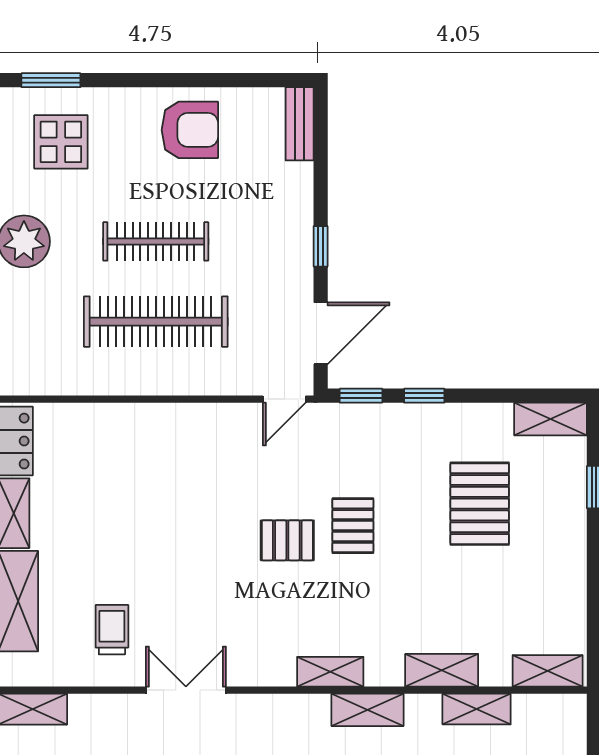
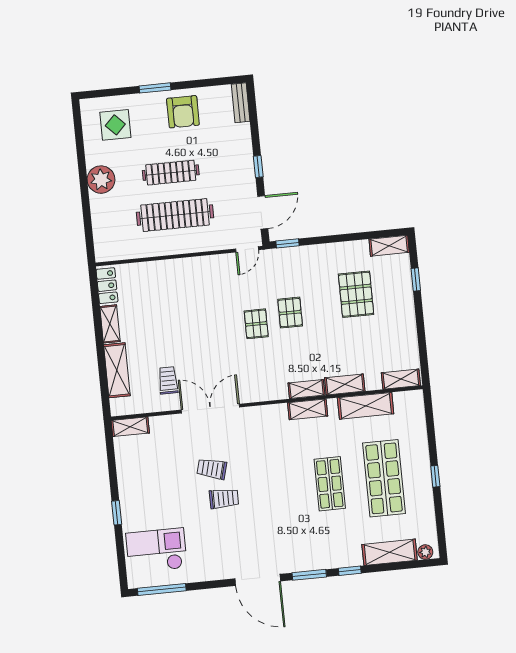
window: (51, 80) -> (155, 88), moved
armchair: (190, 130) -> (183, 112), turned 90
window: (424, 396) -> (321, 240), removed
pallet: (287, 540) -> (256, 324), turned 90
shelving: (330, 672) -> (306, 389), moved
double door: (186, 690) -> (210, 409), width x1.37
shelving: (477, 709) -> (366, 406), width x1.50, depth x1.33

